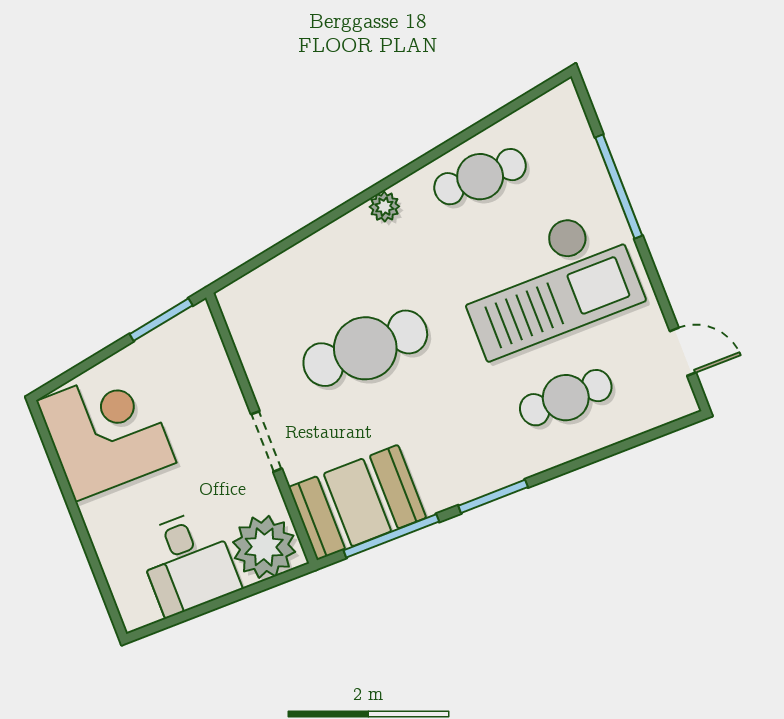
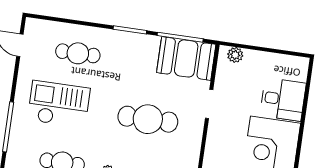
checkout: (548, 282) -> (59, 104), width x0.73, depth x0.83
plant: (264, 547) -> (235, 55), width x0.53, depth x0.53
desk: (188, 562) -> (283, 99), moved, turned 90

